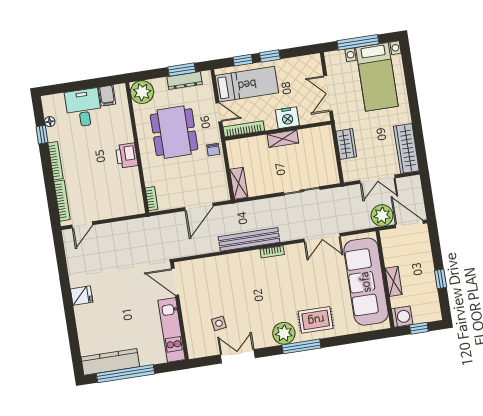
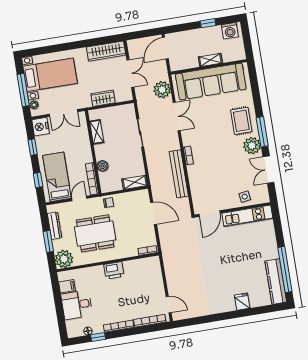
window: (270, 56) -> (33, 147), moved
plant: (339, 56) -> (34, 105), added
window: (182, 70) -> (48, 241), moved
nightstand: (287, 118) -> (41, 127), moved, turned 180
shelving: (283, 139) -> (97, 132), moved
boiler: (260, 142) -> (102, 166), added
plant: (382, 215) -> (162, 90), moved
door: (175, 282) -> (209, 214), moved
fridge: (82, 296) -> (242, 302), moved
wall: (180, 311) -> (232, 210), moved
washing machine: (402, 317) -> (230, 31), moved, turned 180
window: (419, 328) -> (247, 40), removed
kitchen unit: (172, 330) -> (247, 216), moved
double door: (238, 356) -> (268, 170), moved

